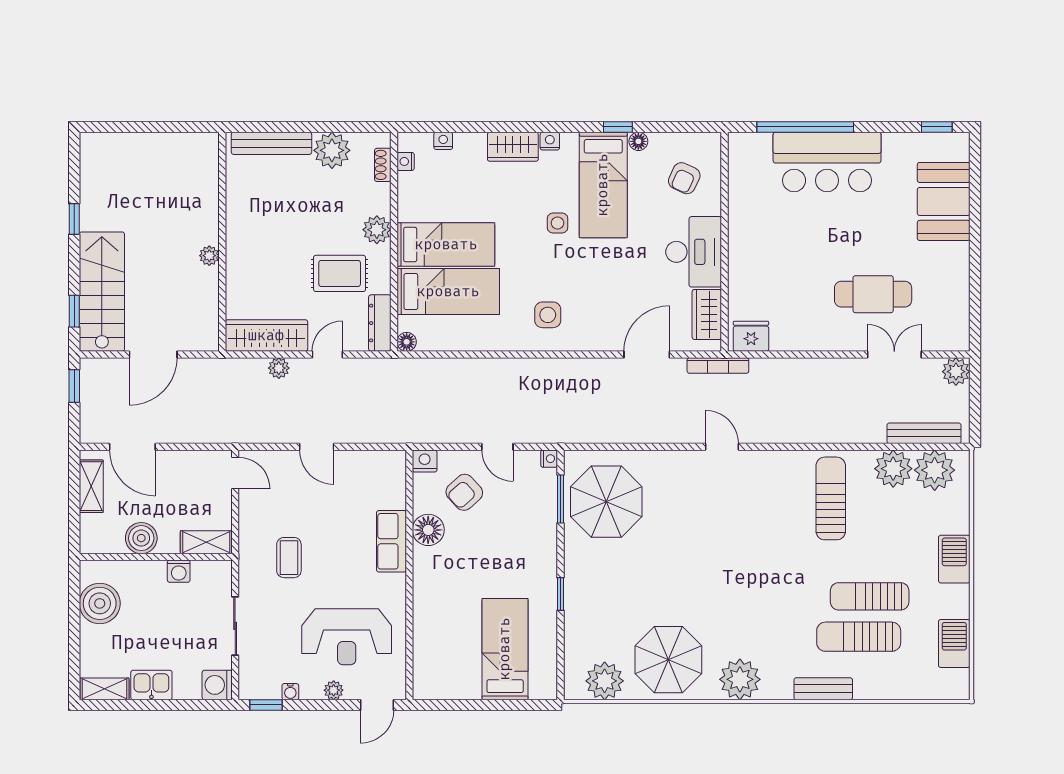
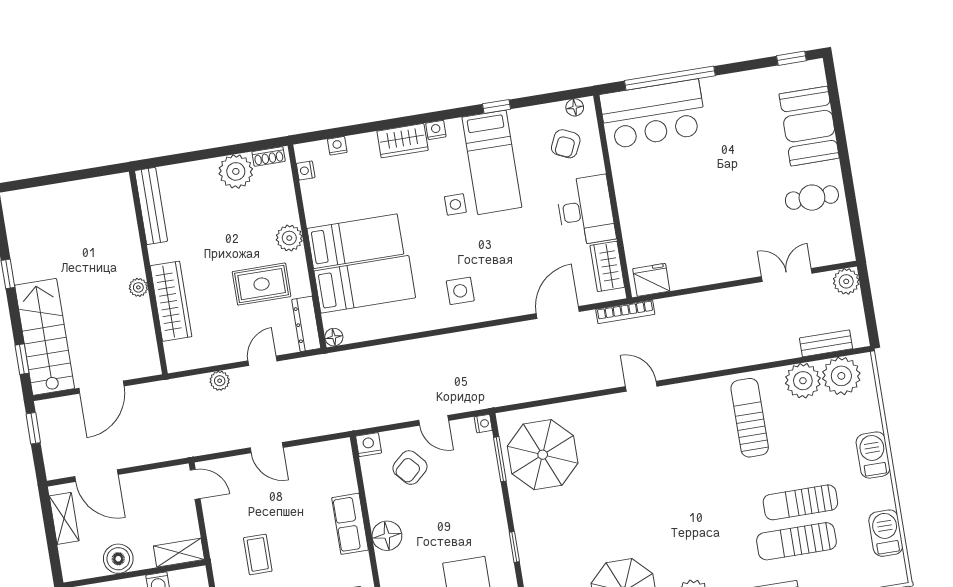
floor lamp: (638, 141) -> (575, 107), moved
bench: (271, 143) -> (151, 206), moved, turned 90
bar counter: (827, 162) -> (653, 114), moved
shoe rack: (383, 165) -> (269, 156), moved, turned -90
cafe table: (873, 294) -> (812, 198), moved, width x0.73, depth x0.74
wardrobe: (266, 336) -> (171, 301), moved, turned 90
bench: (924, 433) -> (826, 343), width x0.73
floor lamp: (428, 530) -> (387, 536), moved

